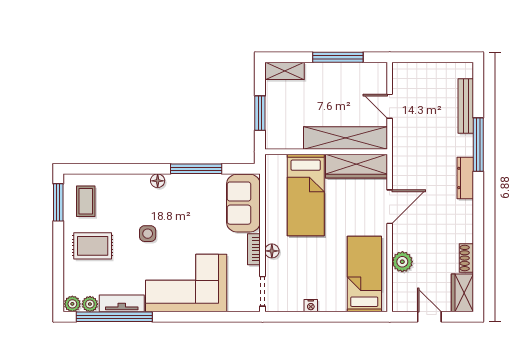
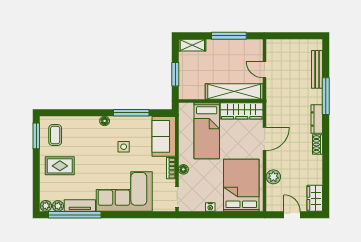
side table: (148, 234) -> (124, 147), moved
shoe rack: (466, 258) -> (318, 144), moved
bed: (364, 274) -> (241, 185), width x1.50

